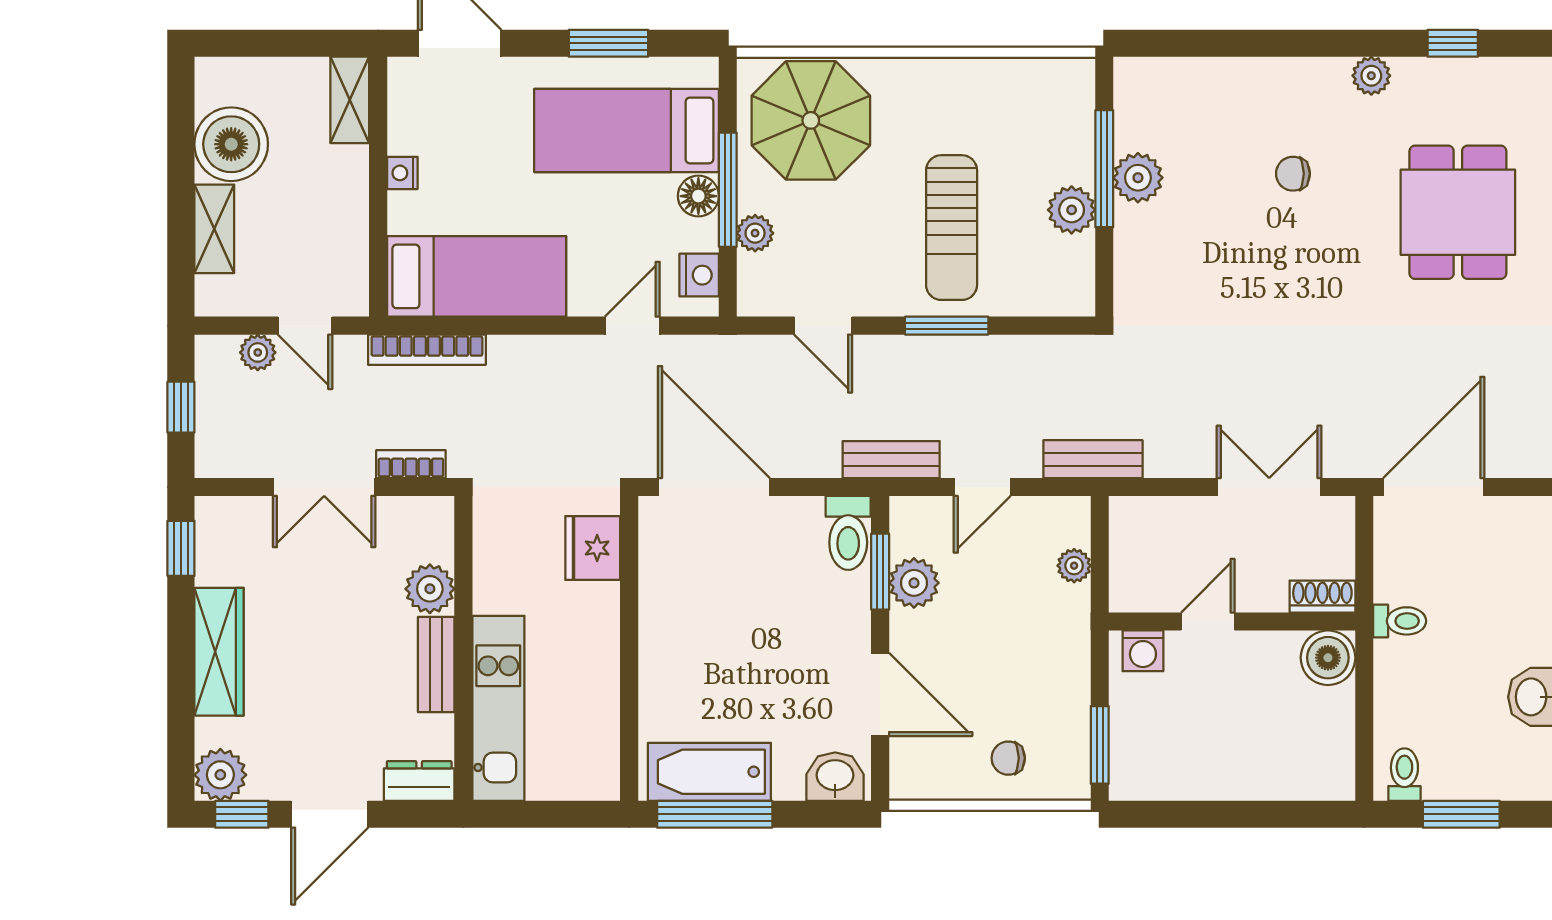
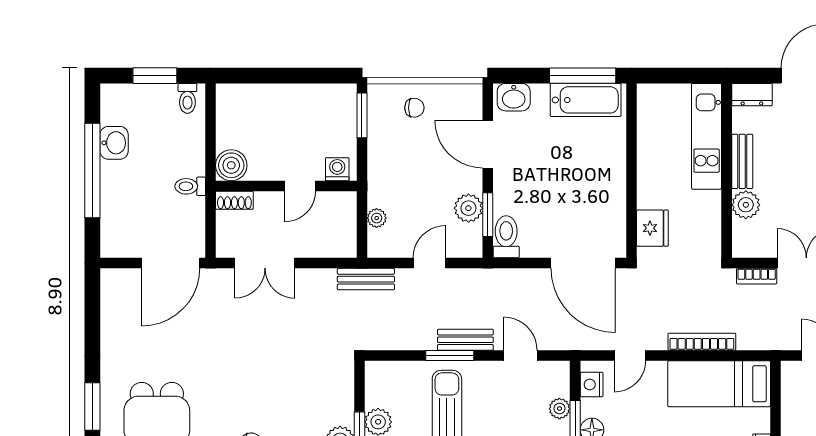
bookcase: (427, 350) -> (702, 342), moved
bench: (891, 460) -> (465, 340), moved

